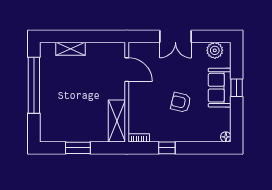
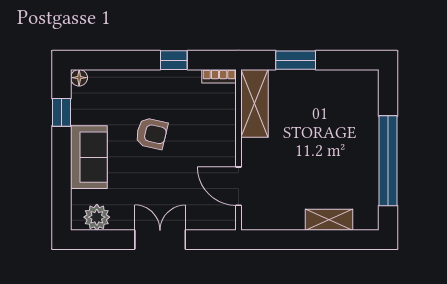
window: (237, 88) -> (61, 112), moved
window: (78, 148) -> (296, 60), moved

